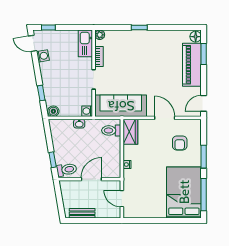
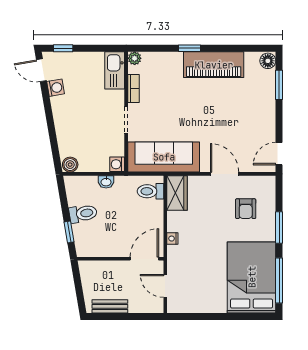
piano: (192, 65) -> (214, 65), moved, turned -90
window: (41, 93) -> (53, 139), removed
toilet: (67, 170) -> (83, 214), moved
door: (91, 179) -> (144, 259), moved

